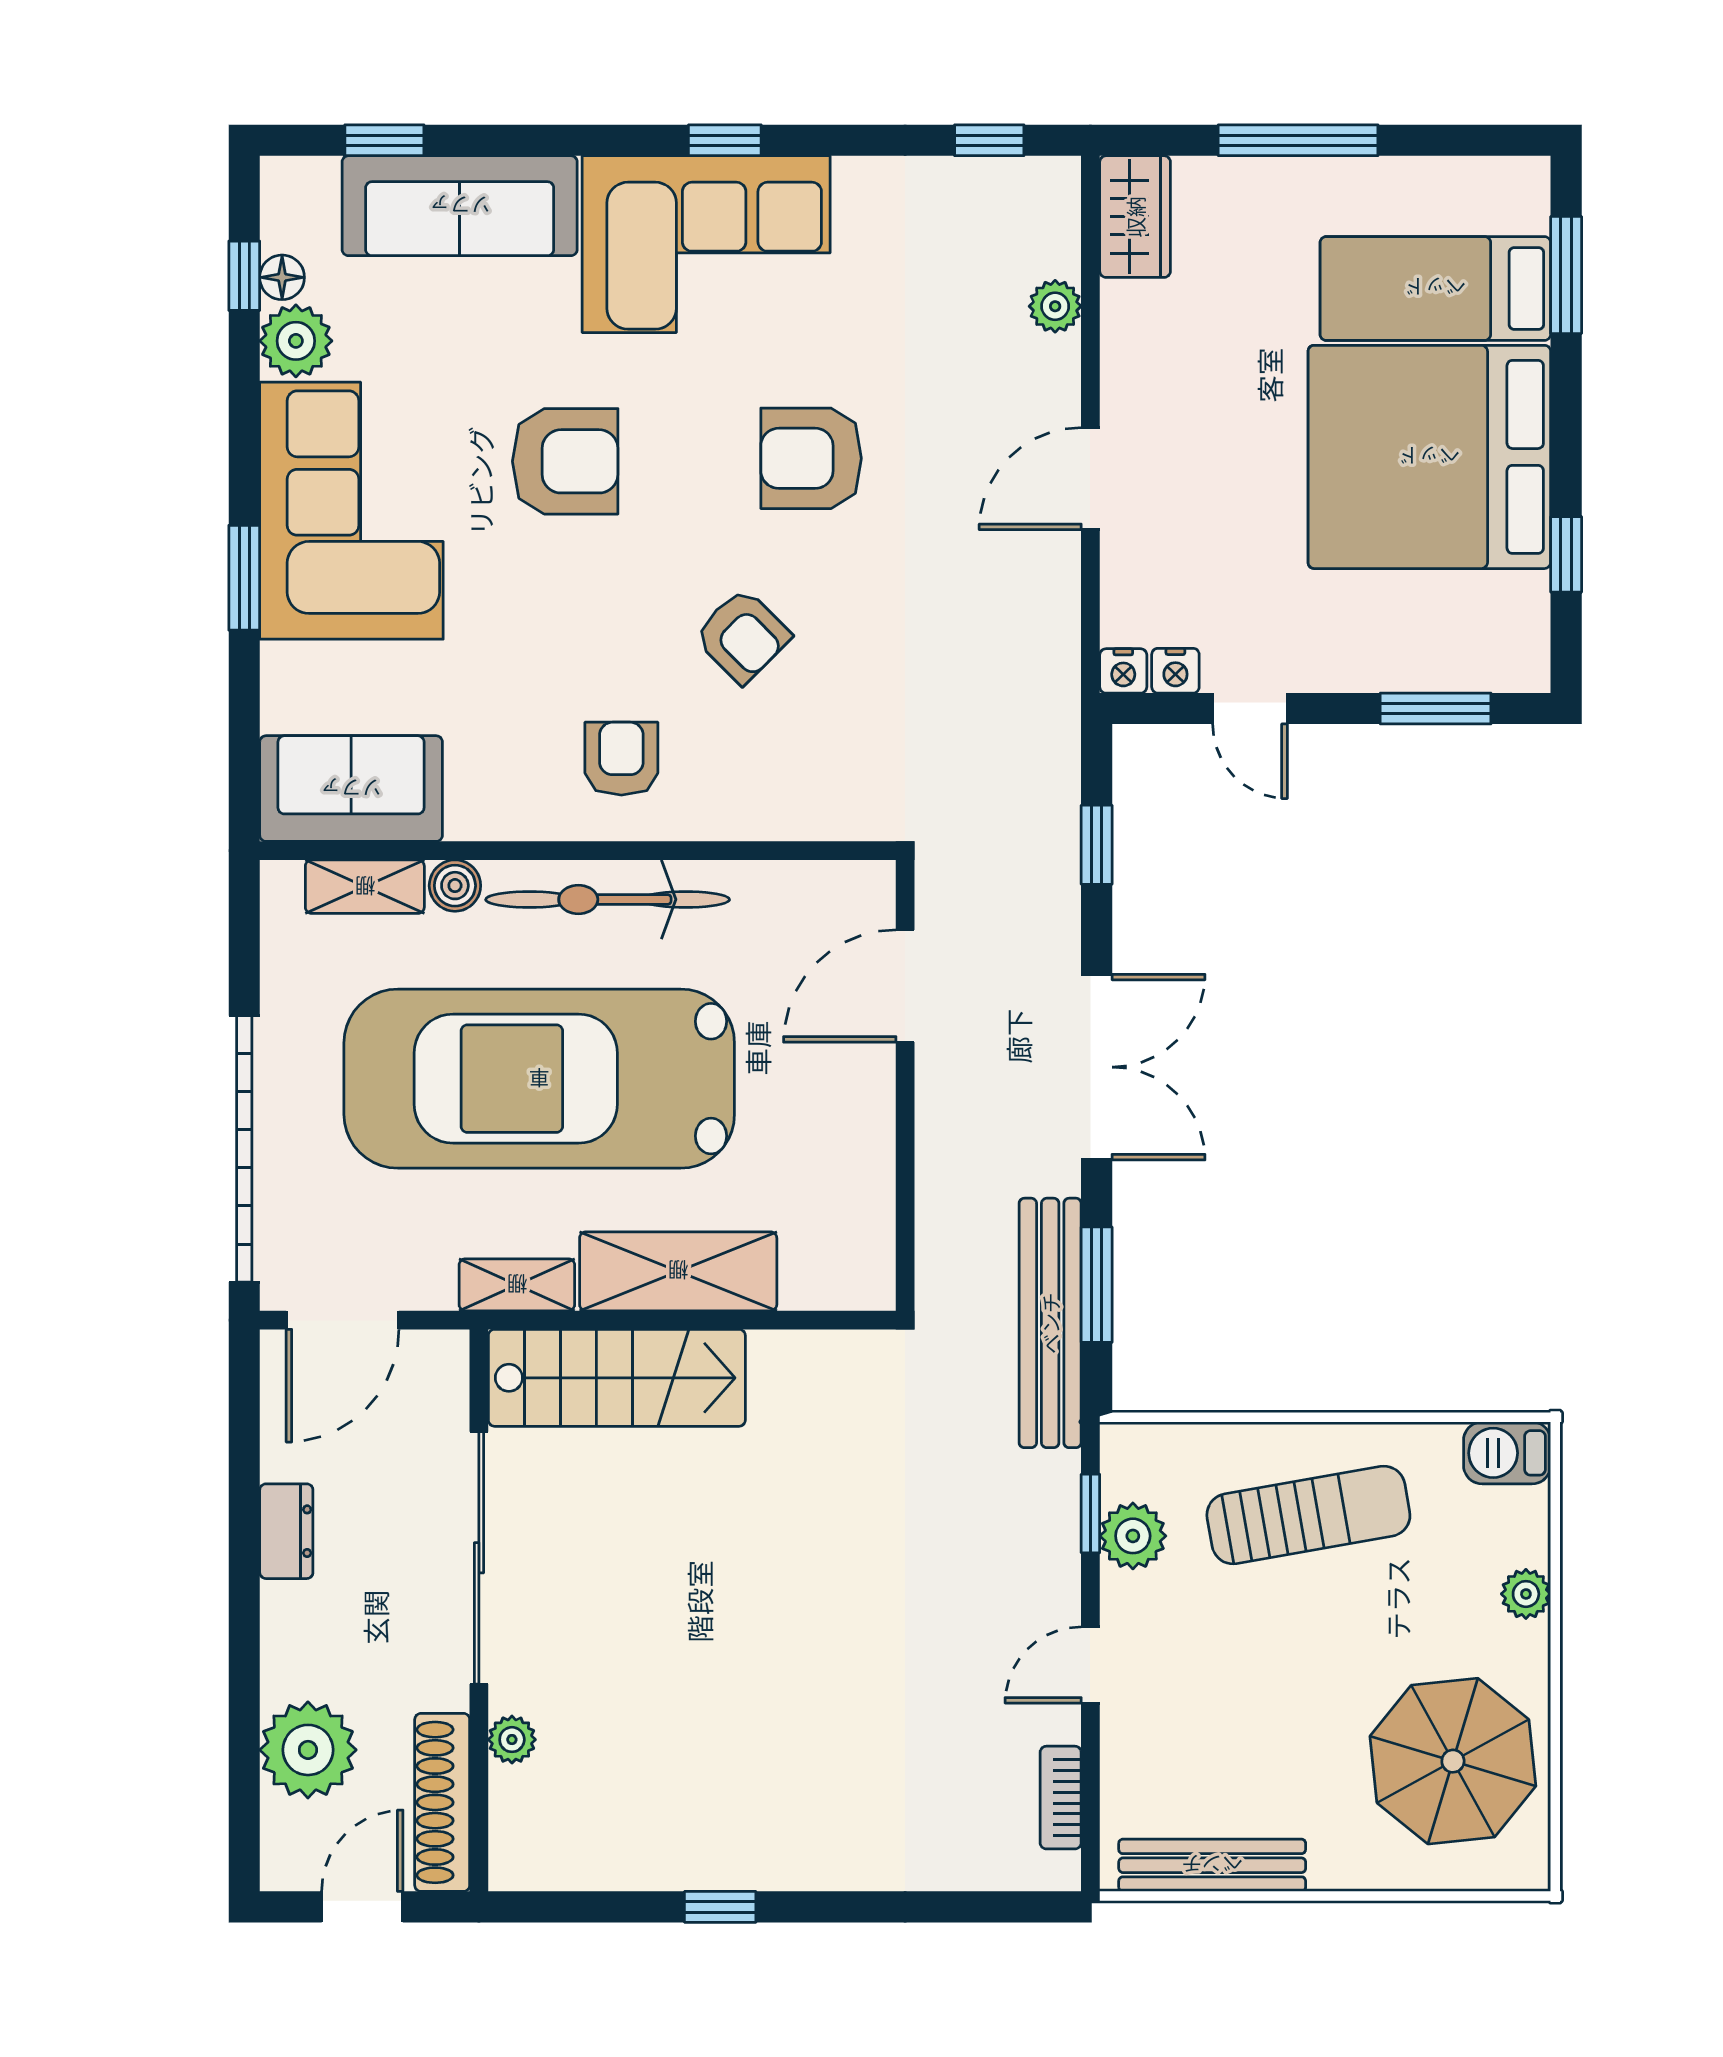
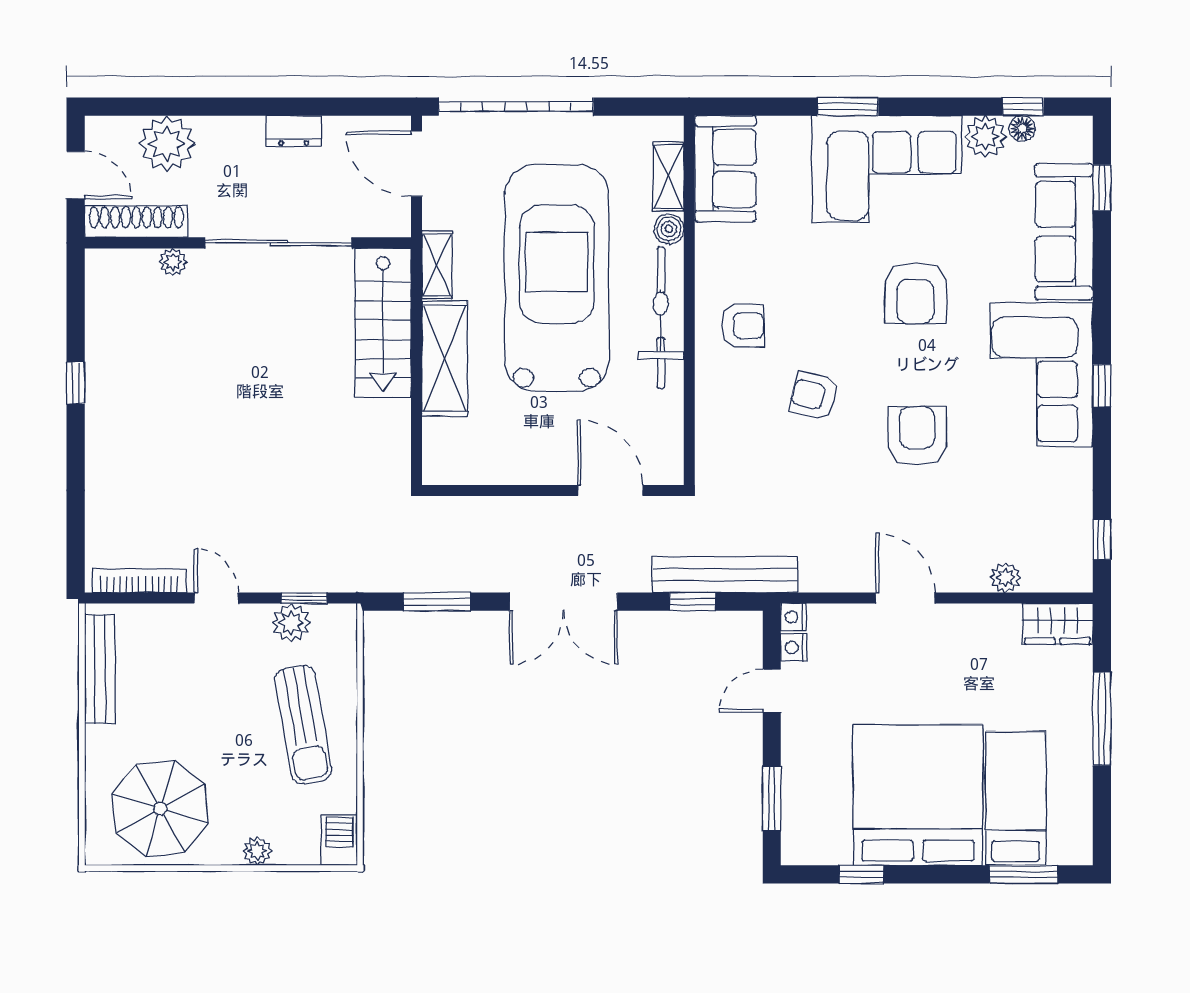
armchair: (742, 636) -> (814, 396), turned 59
bench: (1050, 1323) -> (725, 575), moved
bookcase: (1061, 1798) -> (139, 581), width x1.56

